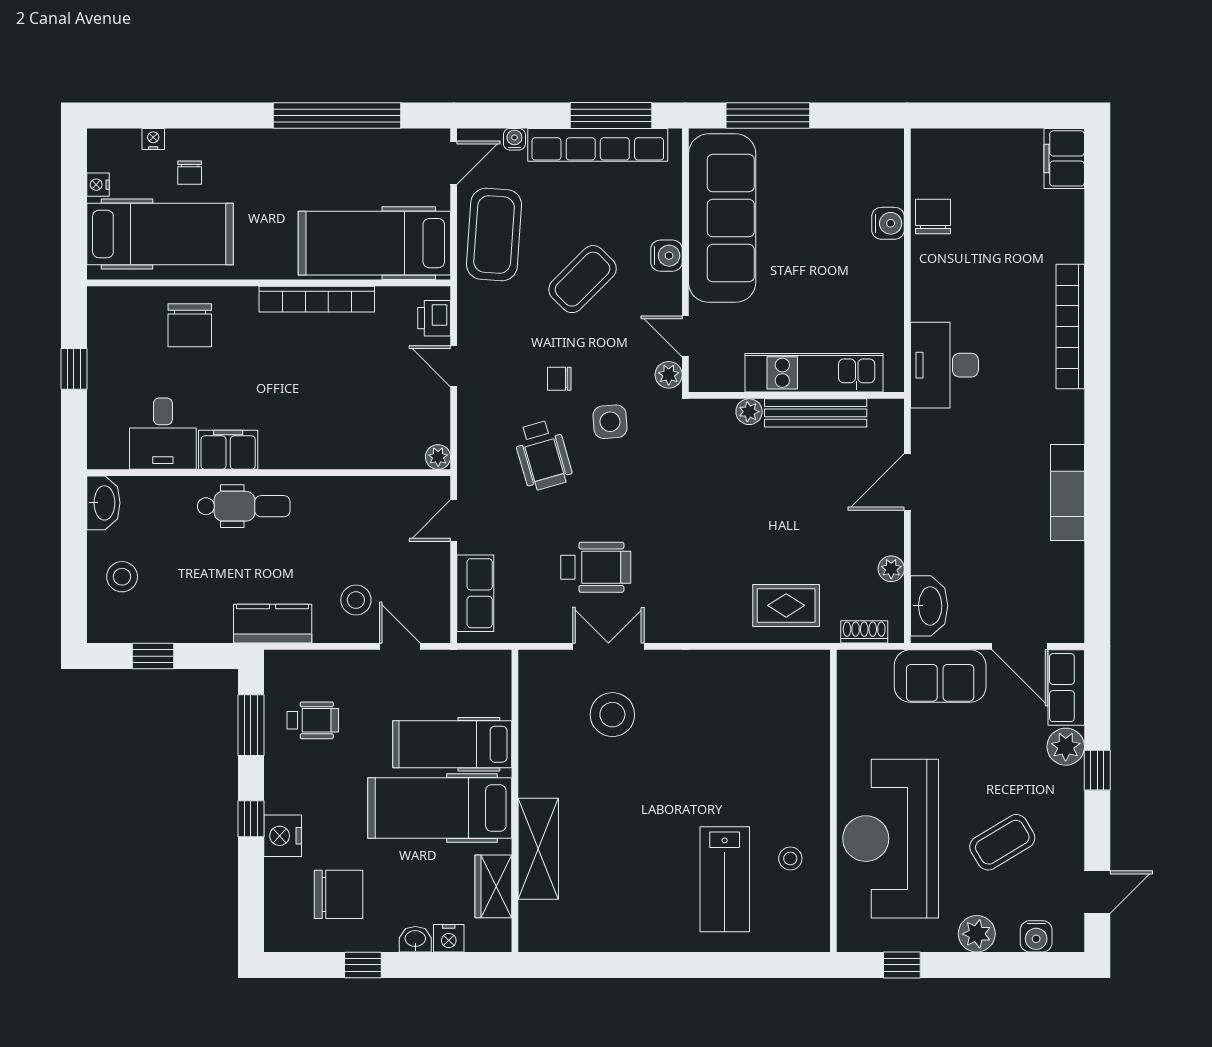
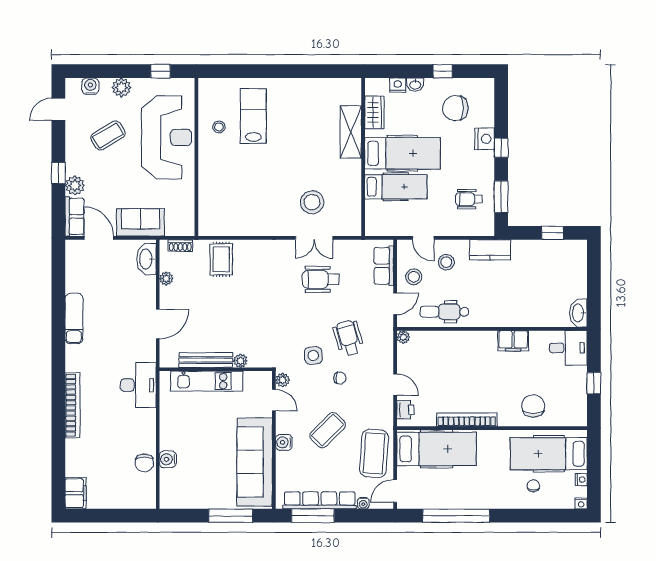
nightstand: (153, 139) -> (581, 503), moved
desk: (163, 434) -> (568, 348), moved, turned 90
dental chair: (244, 506) -> (444, 312), moved
stool: (122, 577) -> (414, 277), moved
rug: (786, 605) -> (221, 259), turned 90

